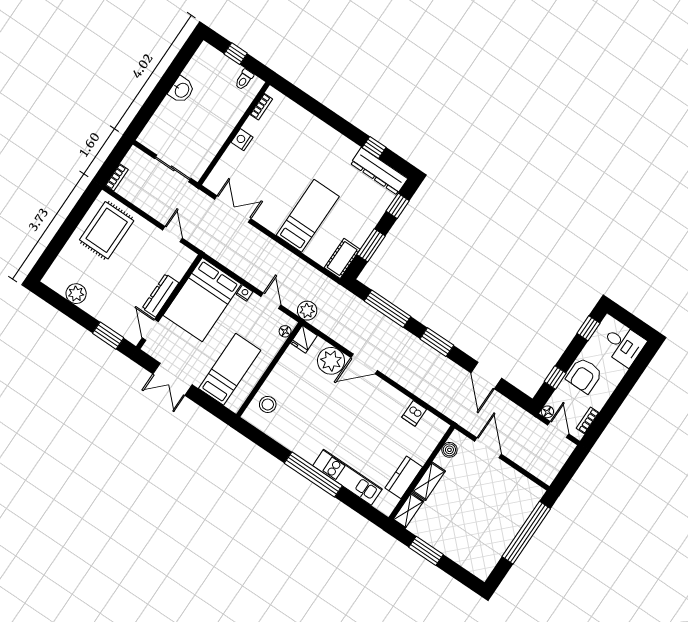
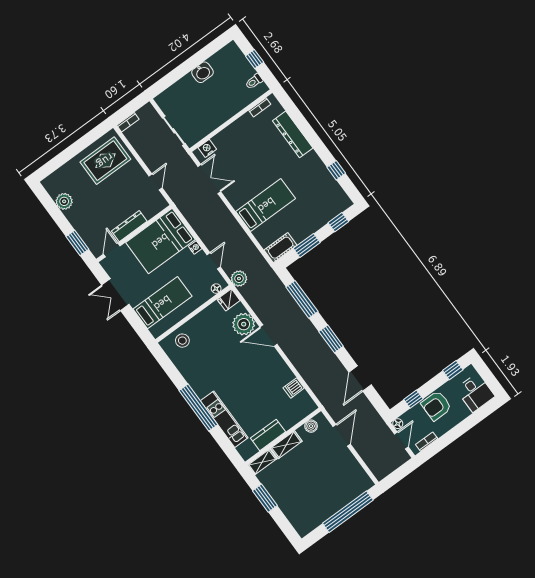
nightstand: (242, 140) -> (207, 148), moved
dresser: (379, 171) -> (293, 134), moved

